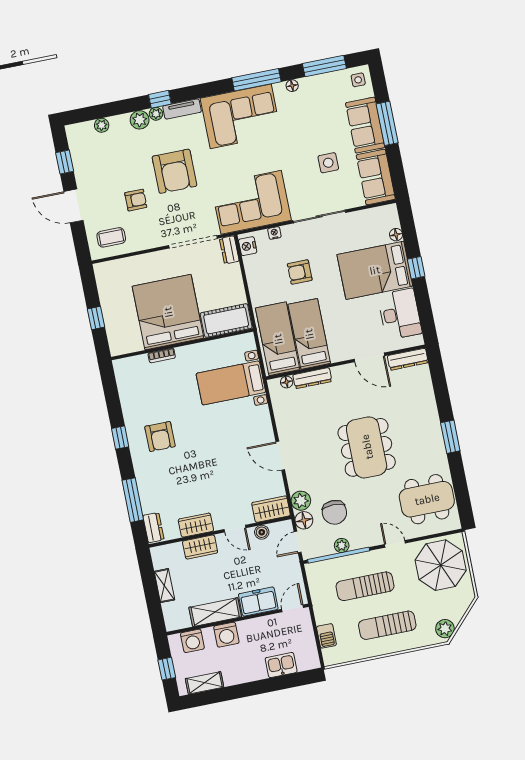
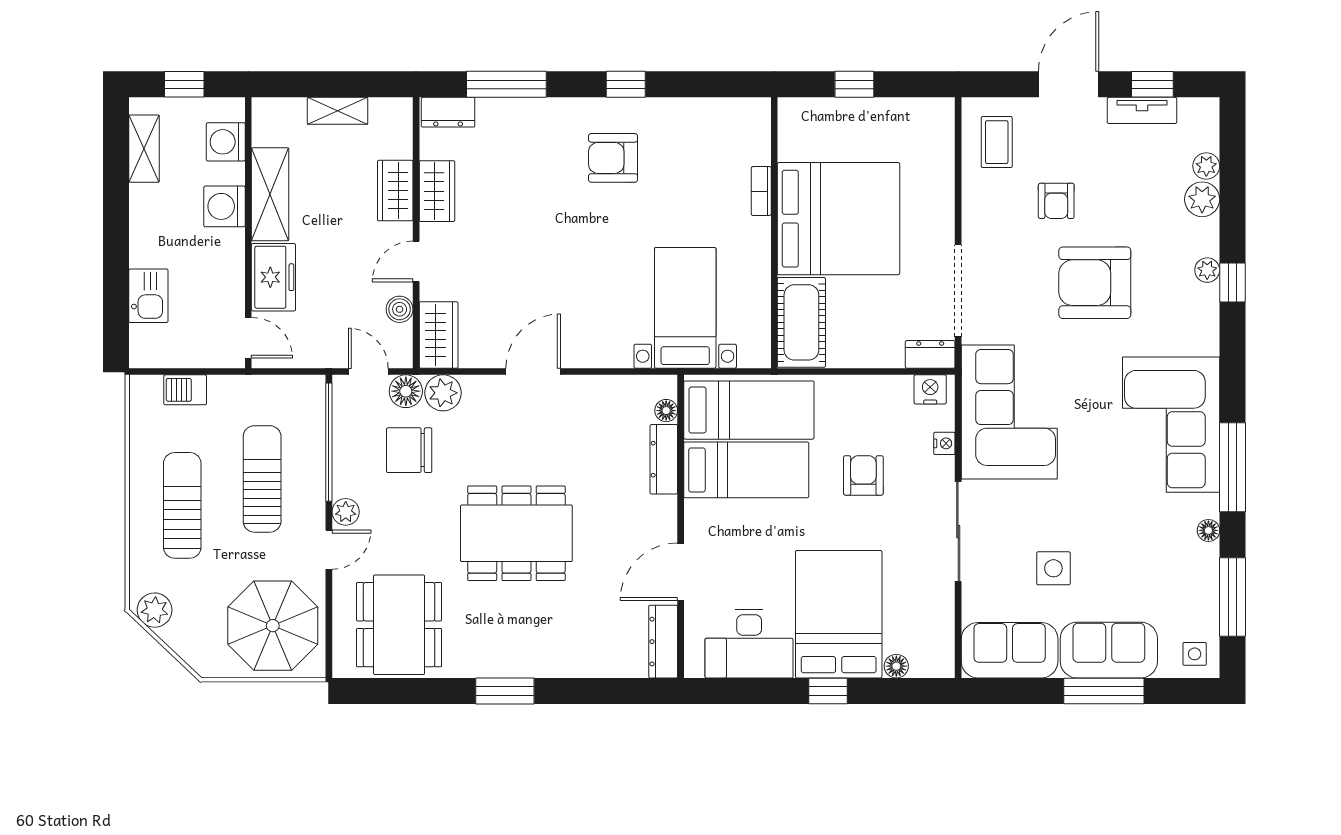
tv unit: (182, 109) -> (1142, 110), moved, turned -90
plant: (140, 120) -> (1202, 199), moved
plant: (342, 545) -> (346, 512), moved

